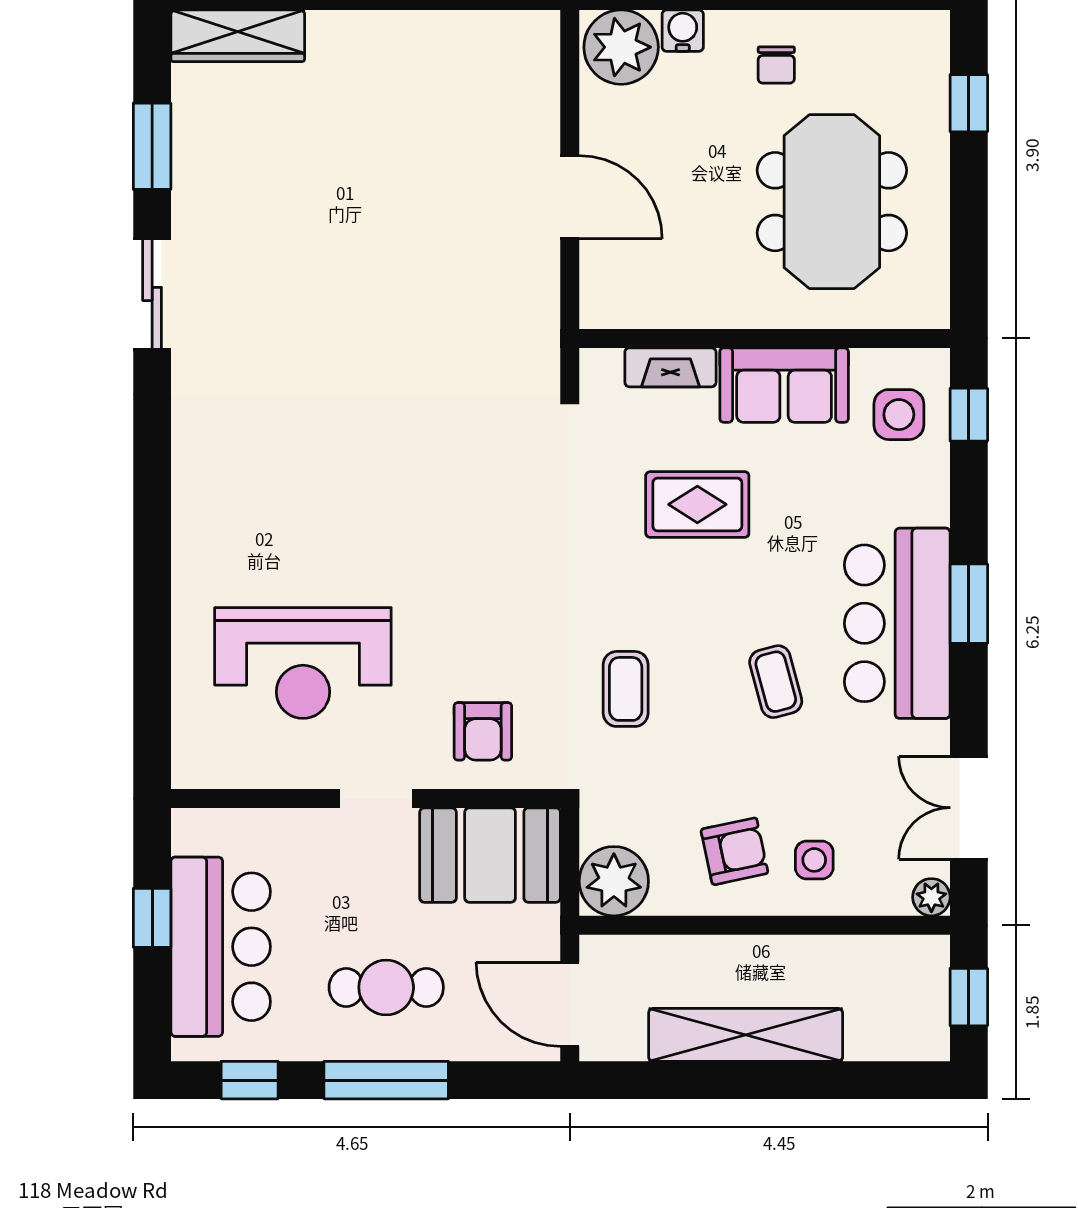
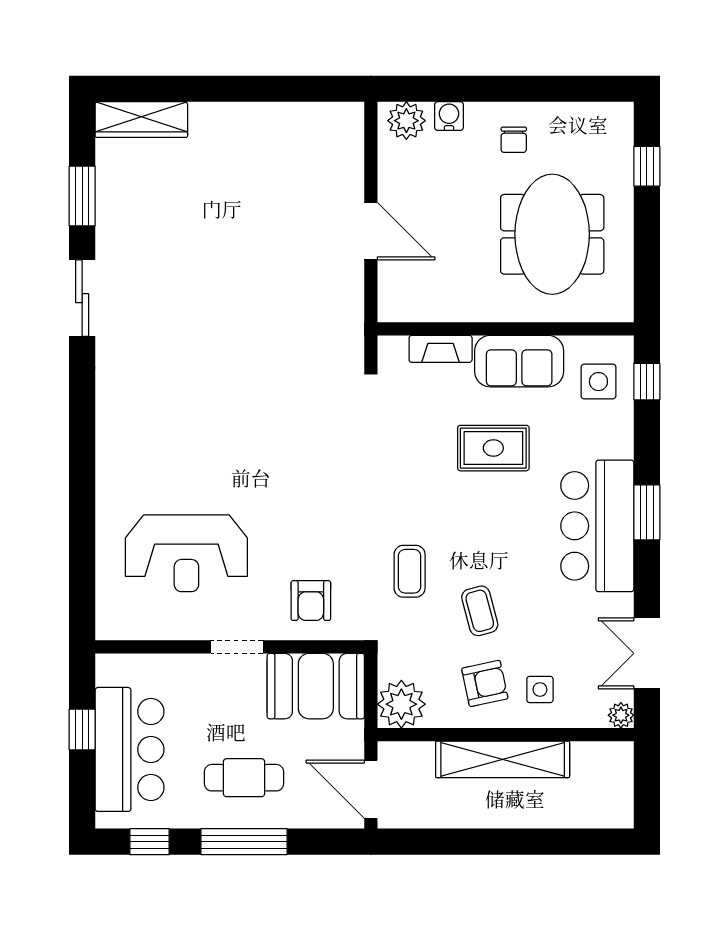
plant: (621, 47) -> (406, 121), width x0.73, depth x0.73
rug: (697, 504) -> (493, 448), moved
coffee table: (776, 682) -> (480, 611), moved
window: (969, 997) -> (647, 784), removed
shelving: (746, 1035) -> (503, 759), moved

